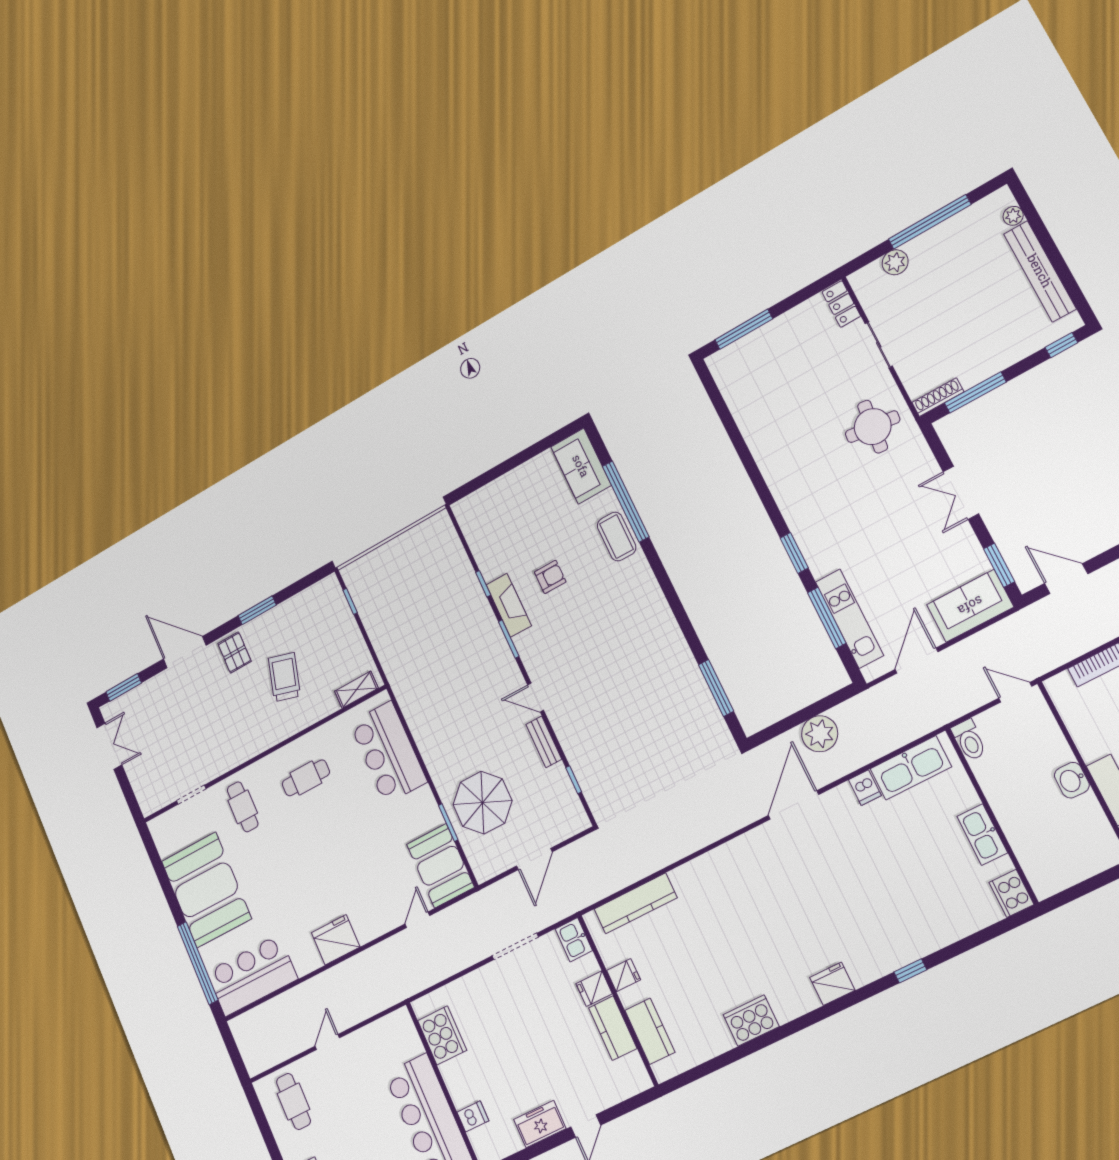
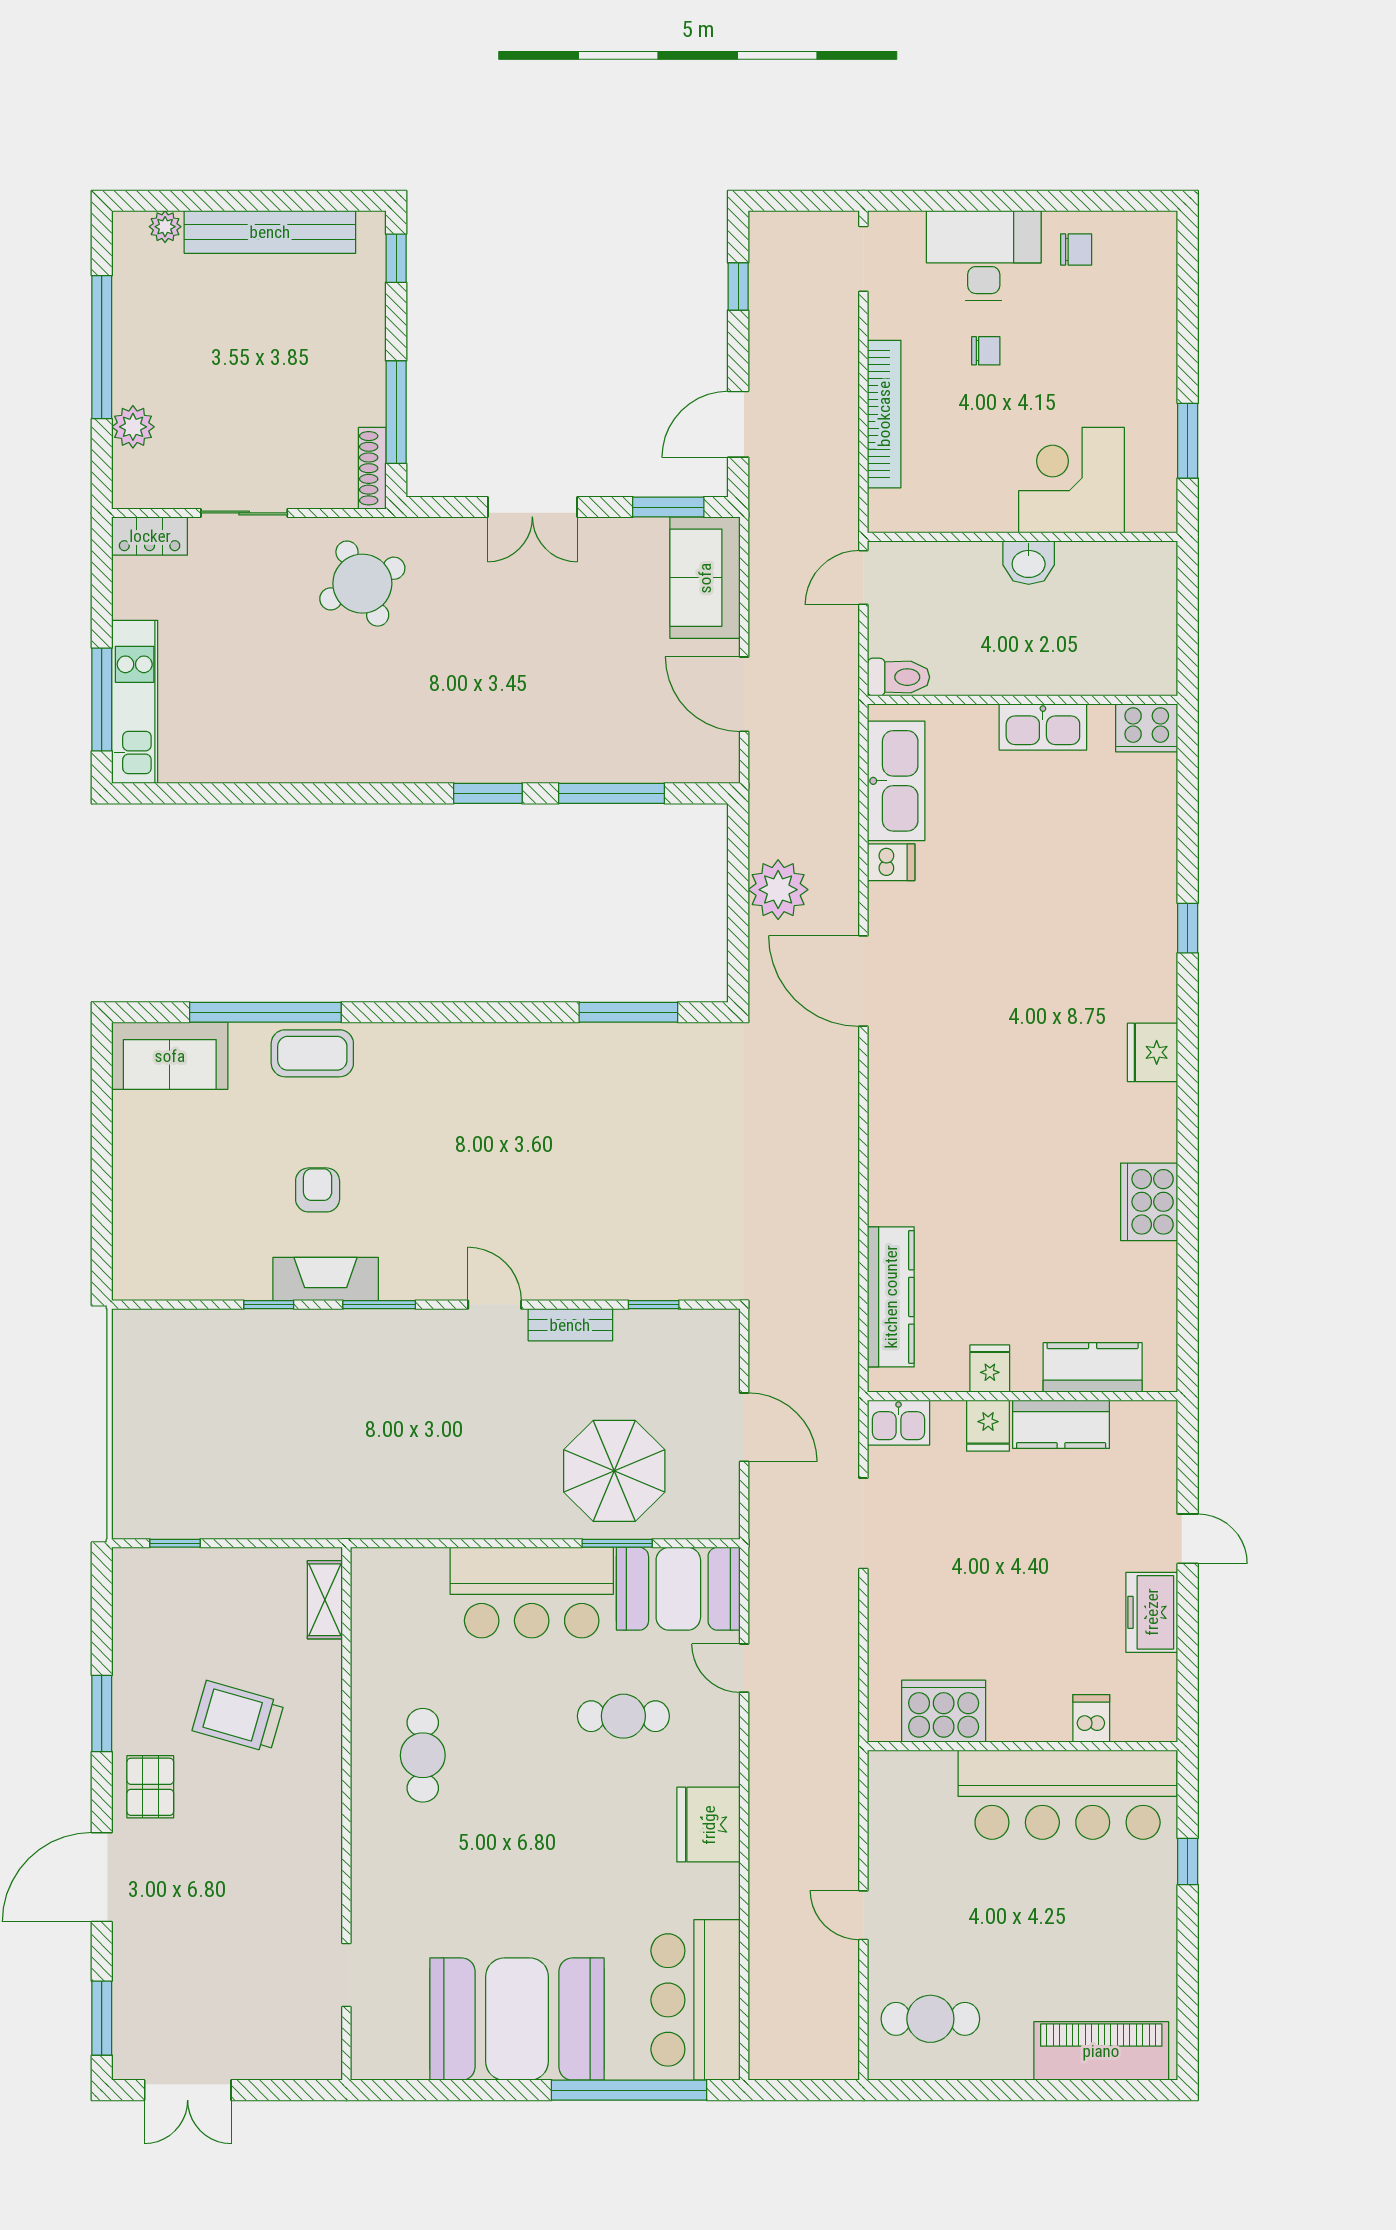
round table: (873, 427) -> (362, 584), turned -32
kitchen unit: (849, 619) -> (135, 702), moved, turned 90
pallet: (234, 652) -> (150, 1787), turned 90
door: (536, 698) -> (495, 1305), swing flipped
double door: (109, 746) -> (188, 2090), swing flipped
bar counter: (388, 752) -> (532, 1593), moved
cafe table: (243, 807) -> (623, 1716), moved

